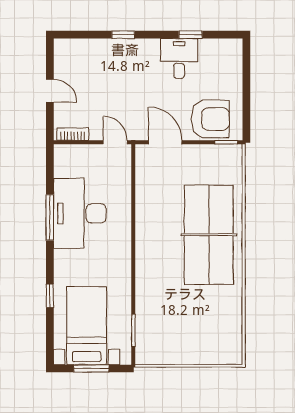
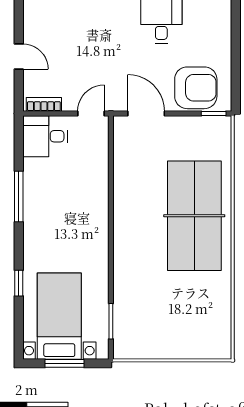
door: (115, 142) -> (91, 114), hinge flipped
desk: (80, 213) -> (45, 136), moved, width x0.53, depth x0.77

